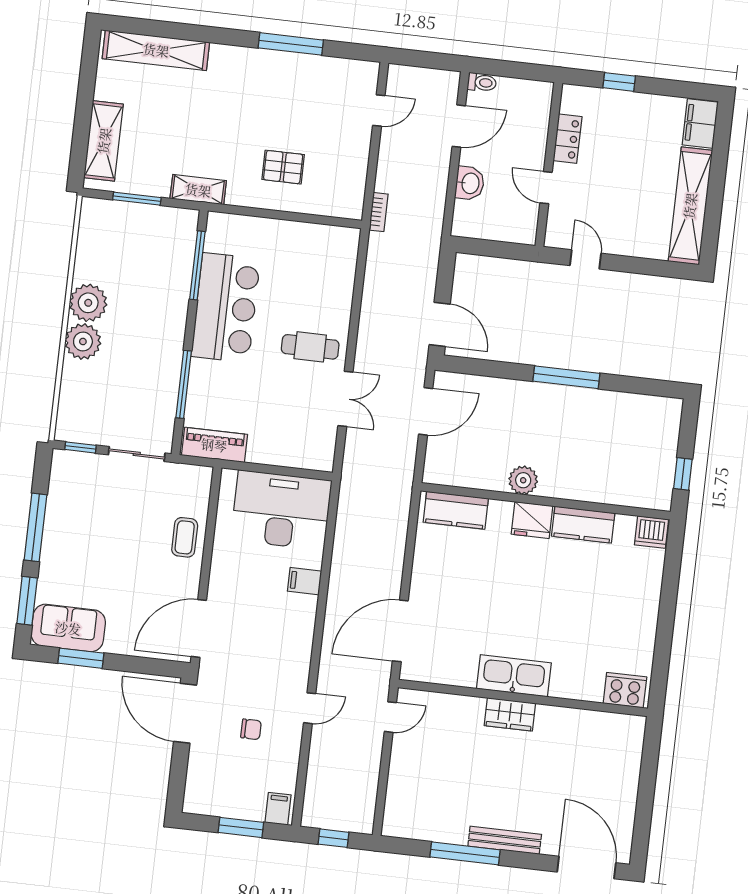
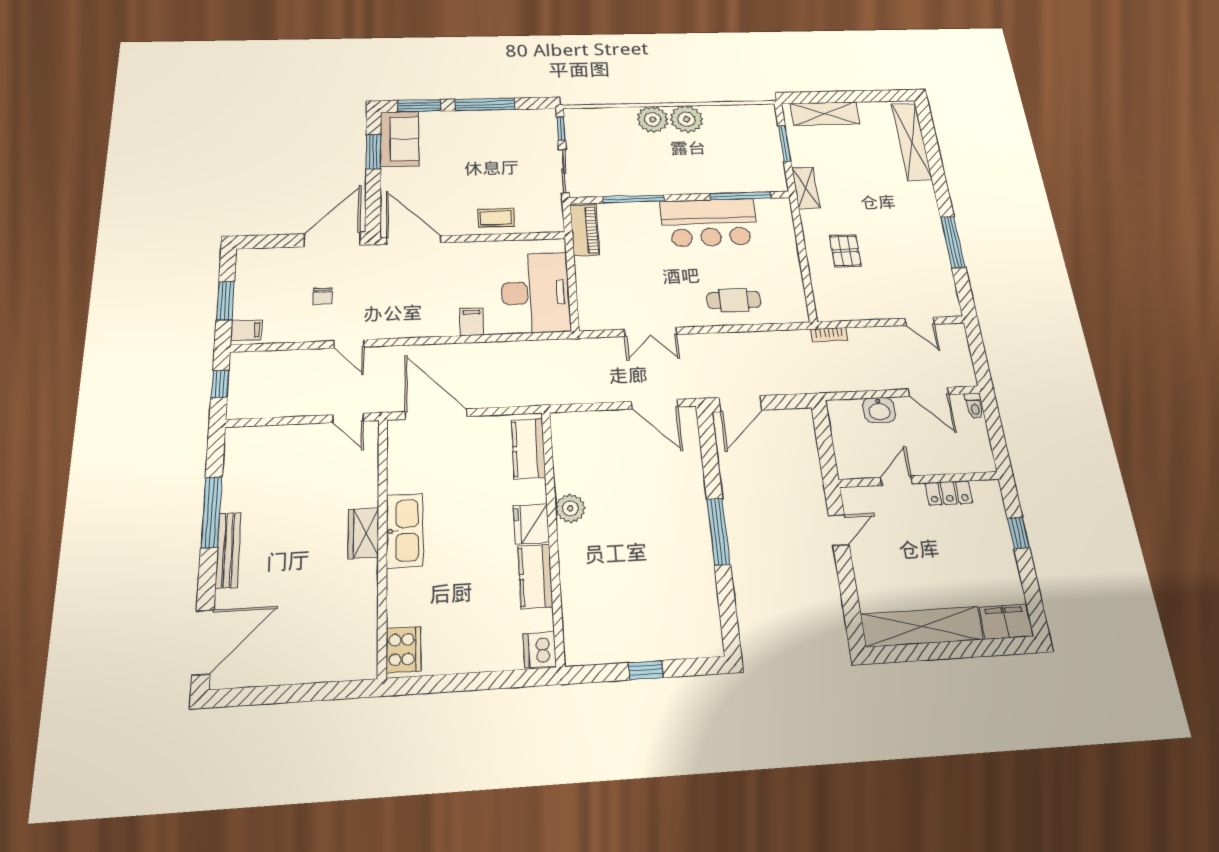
cafe table: (310, 347) -> (734, 300), moved, turned 90
plant: (523, 480) -> (570, 508), moved
wall: (546, 501) -> (553, 534), moved
kitchen counter: (456, 510) -> (528, 449), moved
fridge: (532, 520) -> (531, 524), moved
kitchen counter: (583, 525) -> (535, 576), moved
dishwasher: (651, 532) -> (540, 650), moved

